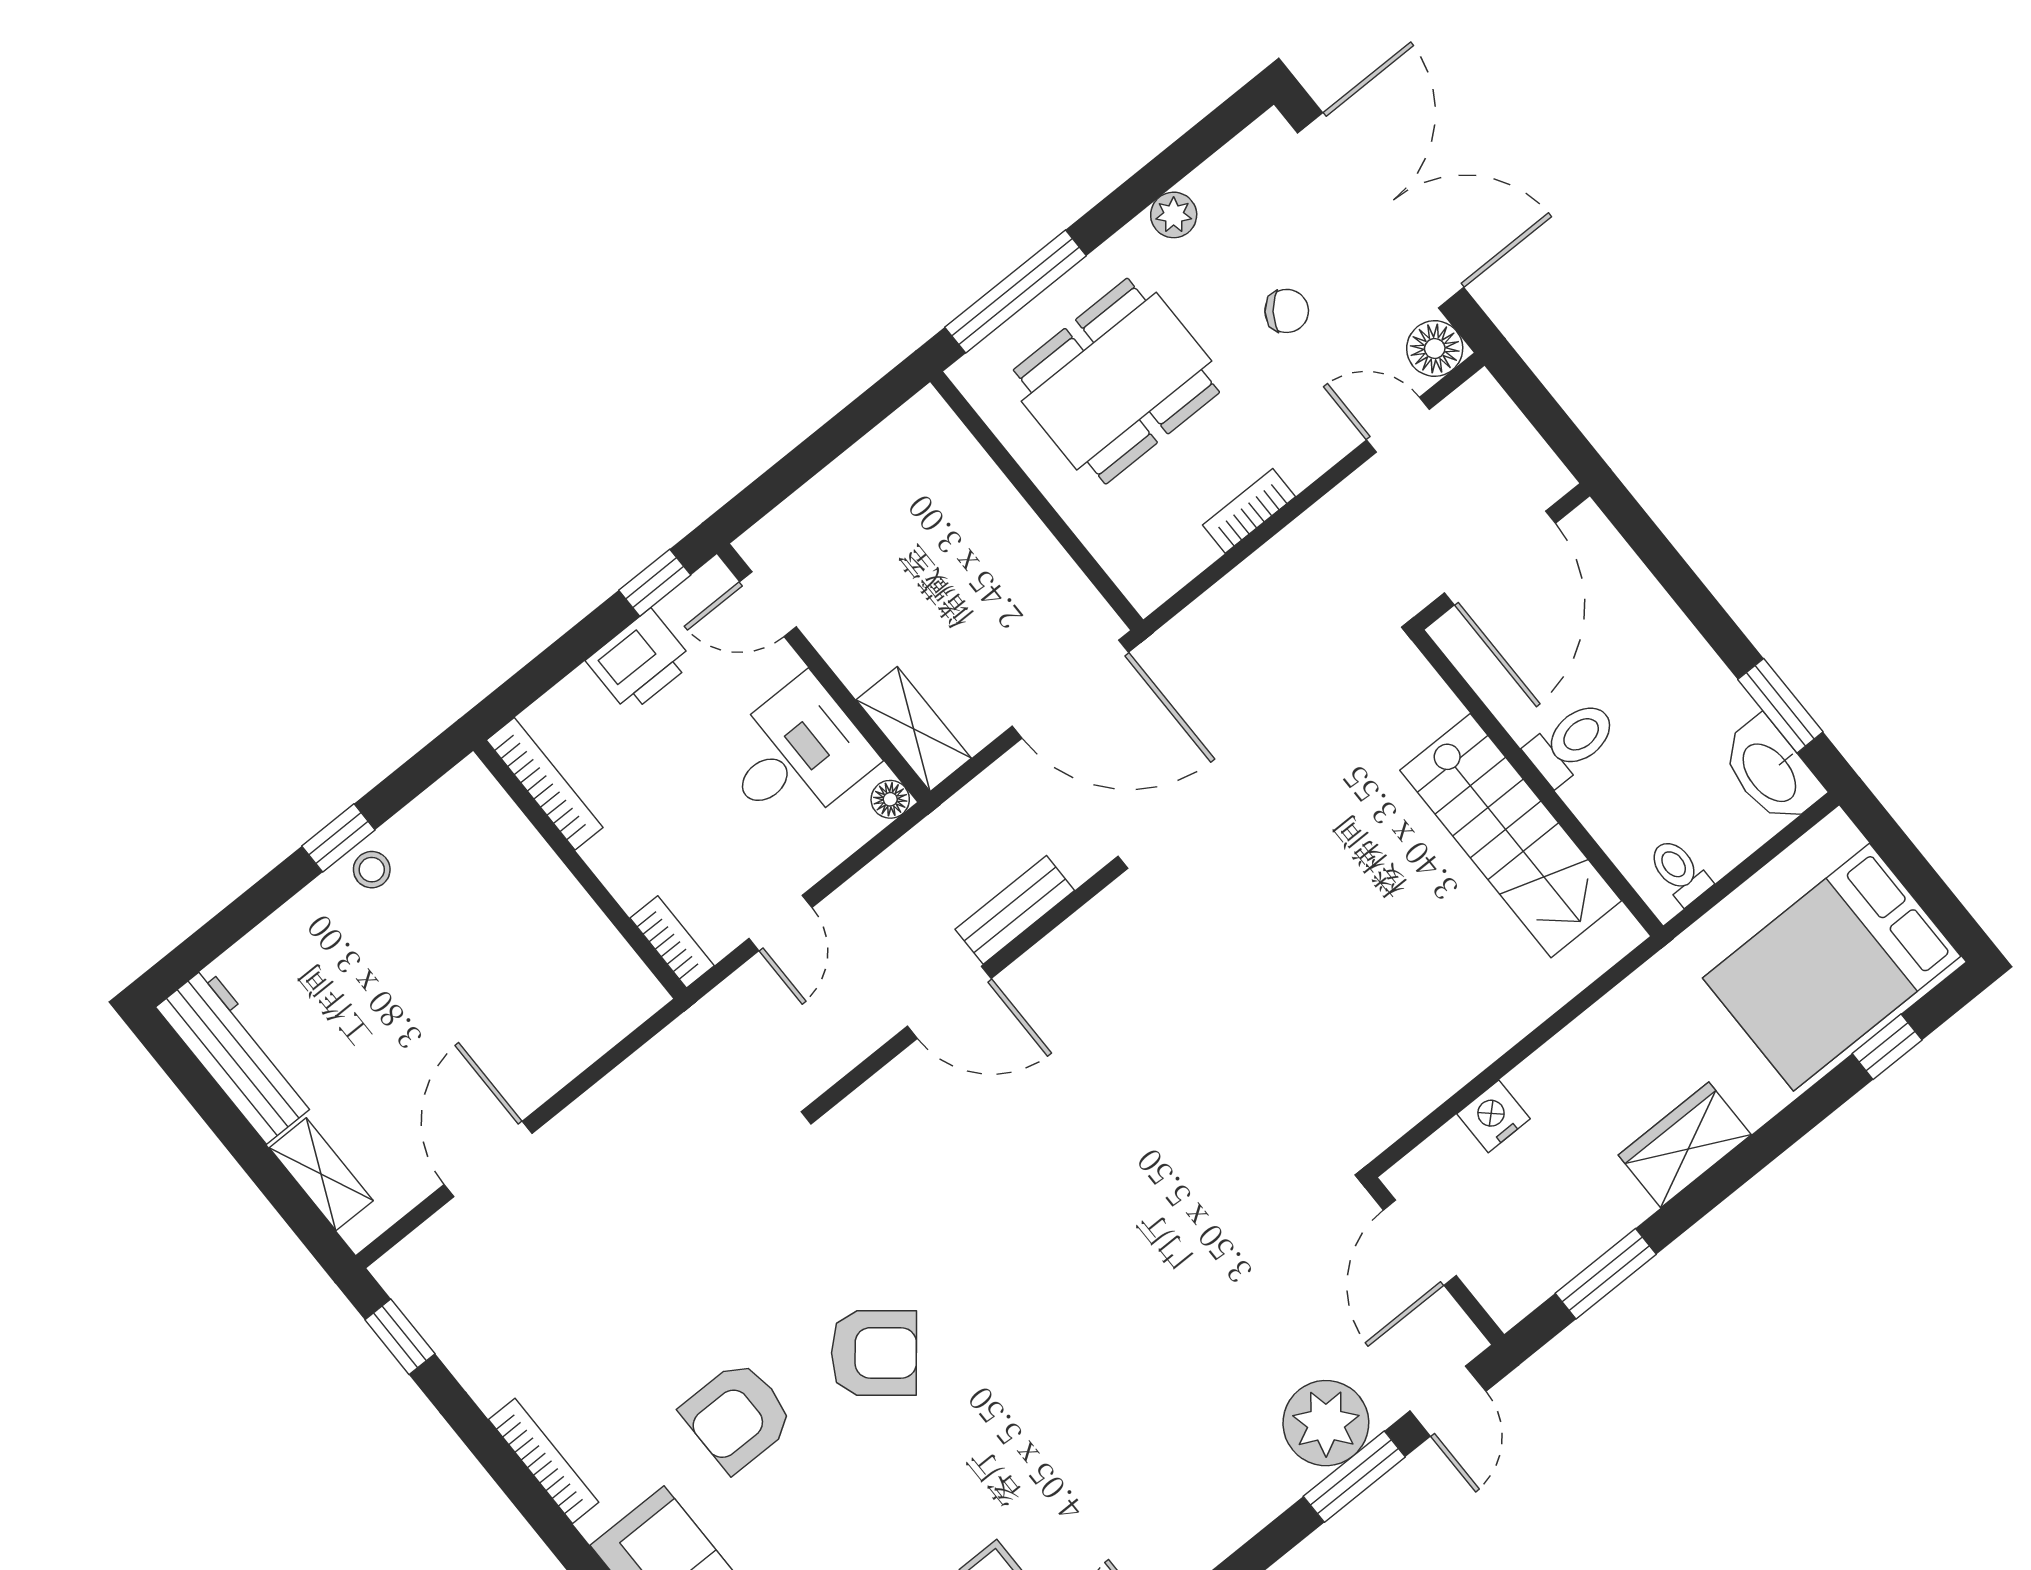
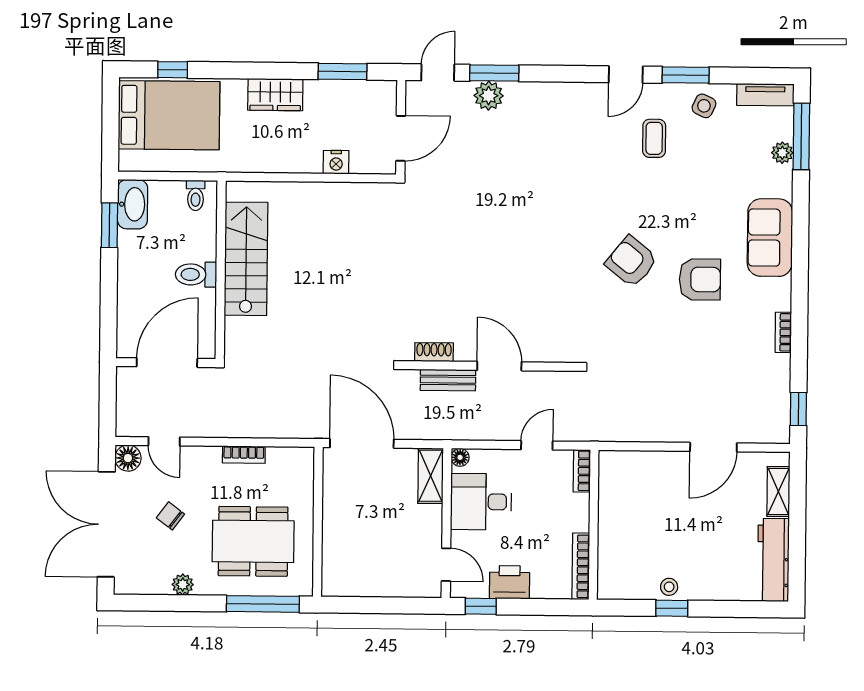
shoe rack: (1076, 937) -> (434, 352), added
plant: (1326, 1423) -> (489, 96), width x0.73, depth x0.73
bookcase: (544, 1461) -> (783, 332), width x0.64

